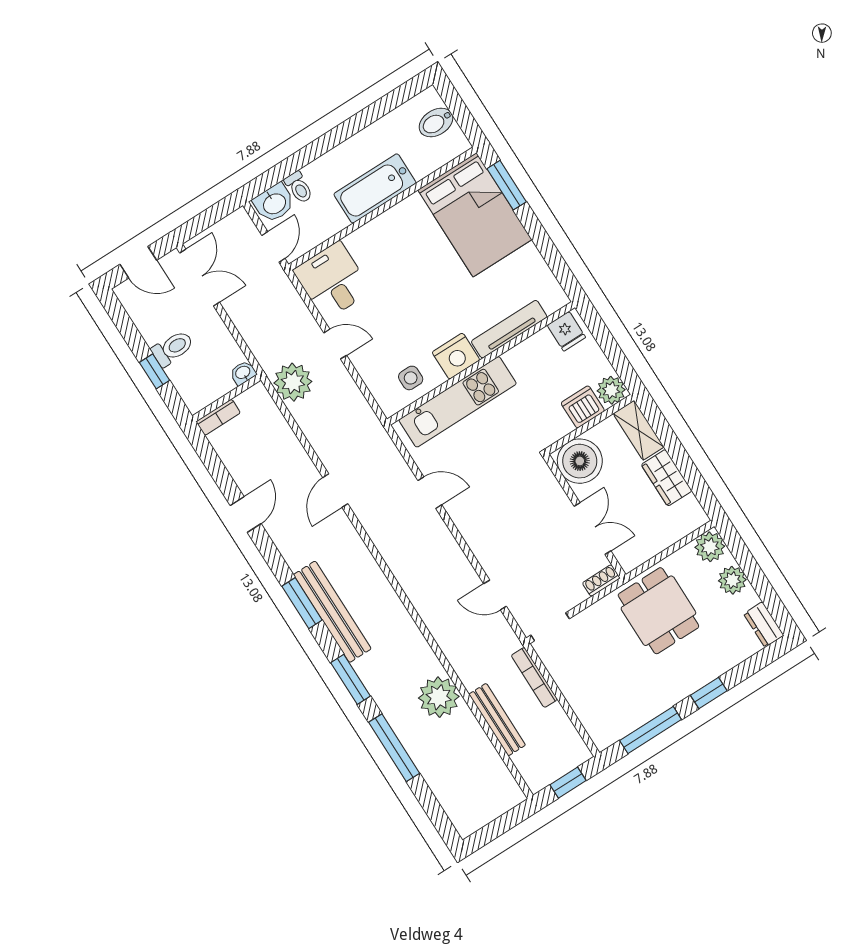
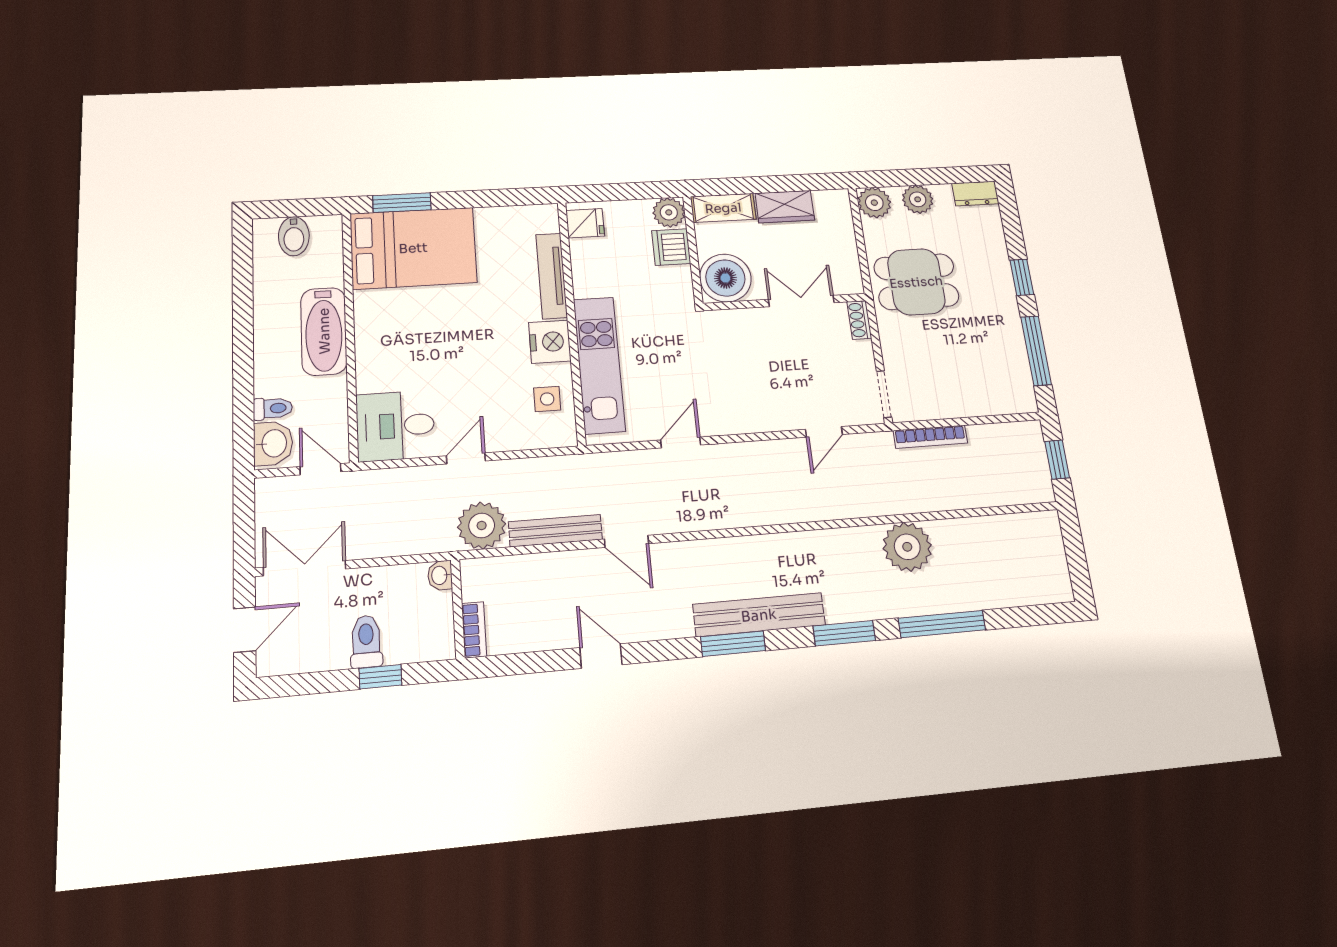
bench: (497, 720) -> (555, 531), moved

